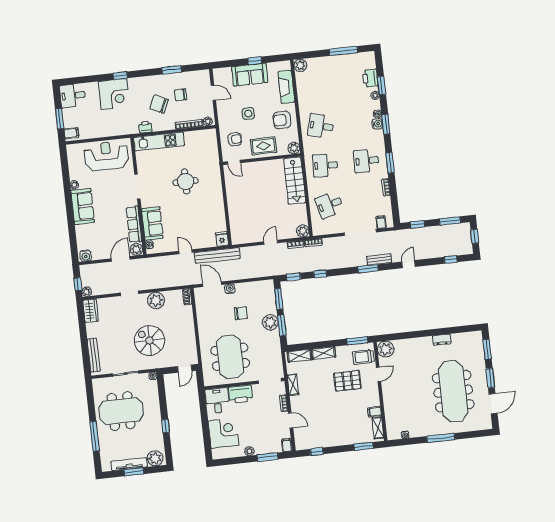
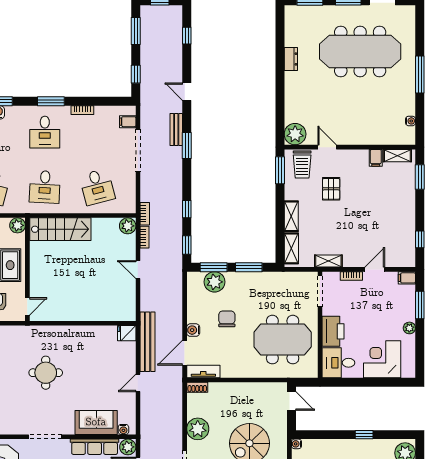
tv unit: (200, 300) -> (203, 372), added
plant: (270, 322) -> (215, 282), moved
pallet: (347, 381) -> (331, 189), width x0.67, depth x0.71

